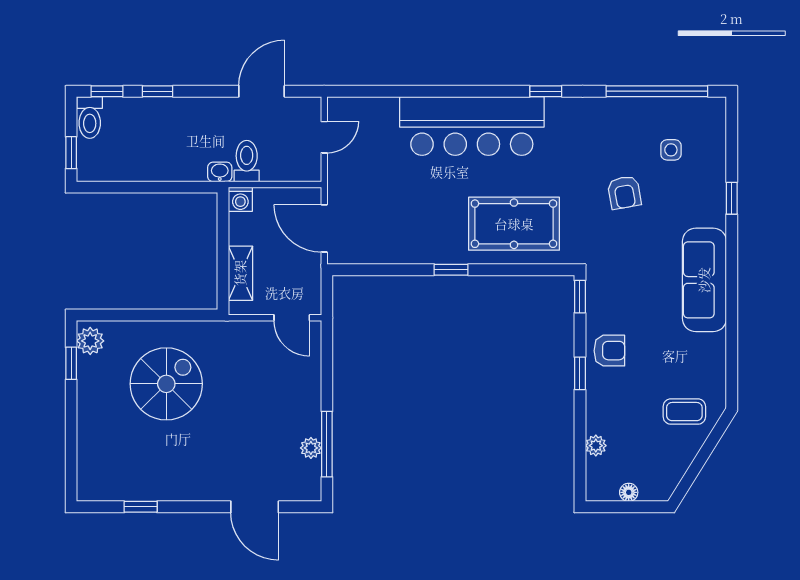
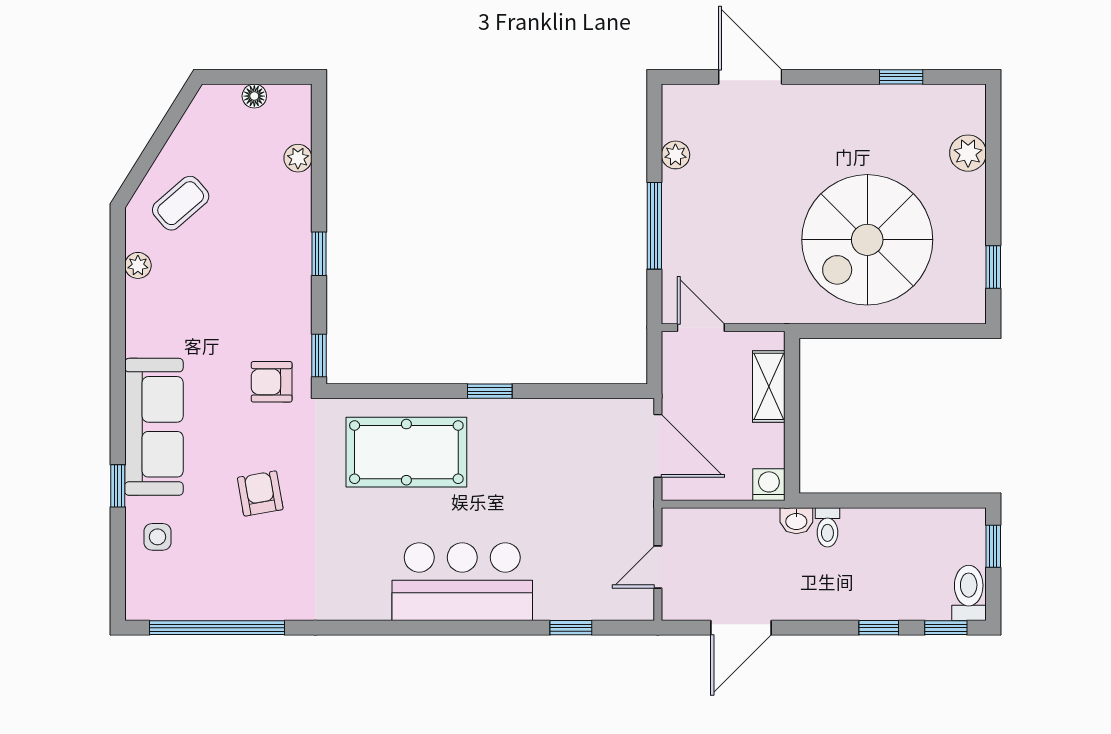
window: (546, 91) -> (571, 628), moved
bar counter: (472, 126) -> (462, 582), width x0.73
side table: (671, 150) -> (158, 537), moved
toilet: (247, 161) -> (827, 527), moved, width x0.73, depth x0.72
sofa: (704, 280) -> (154, 427), moved
plant: (90, 341) -> (968, 153), moved
armchair: (609, 351) -> (272, 382), moved
plant: (717, 365) -> (138, 265), added
spiral stairs: (166, 384) -> (867, 240), width x1.37, depth x1.37
coffee table: (684, 412) -> (181, 203), turned -41
window: (327, 444) -> (654, 226), moved

